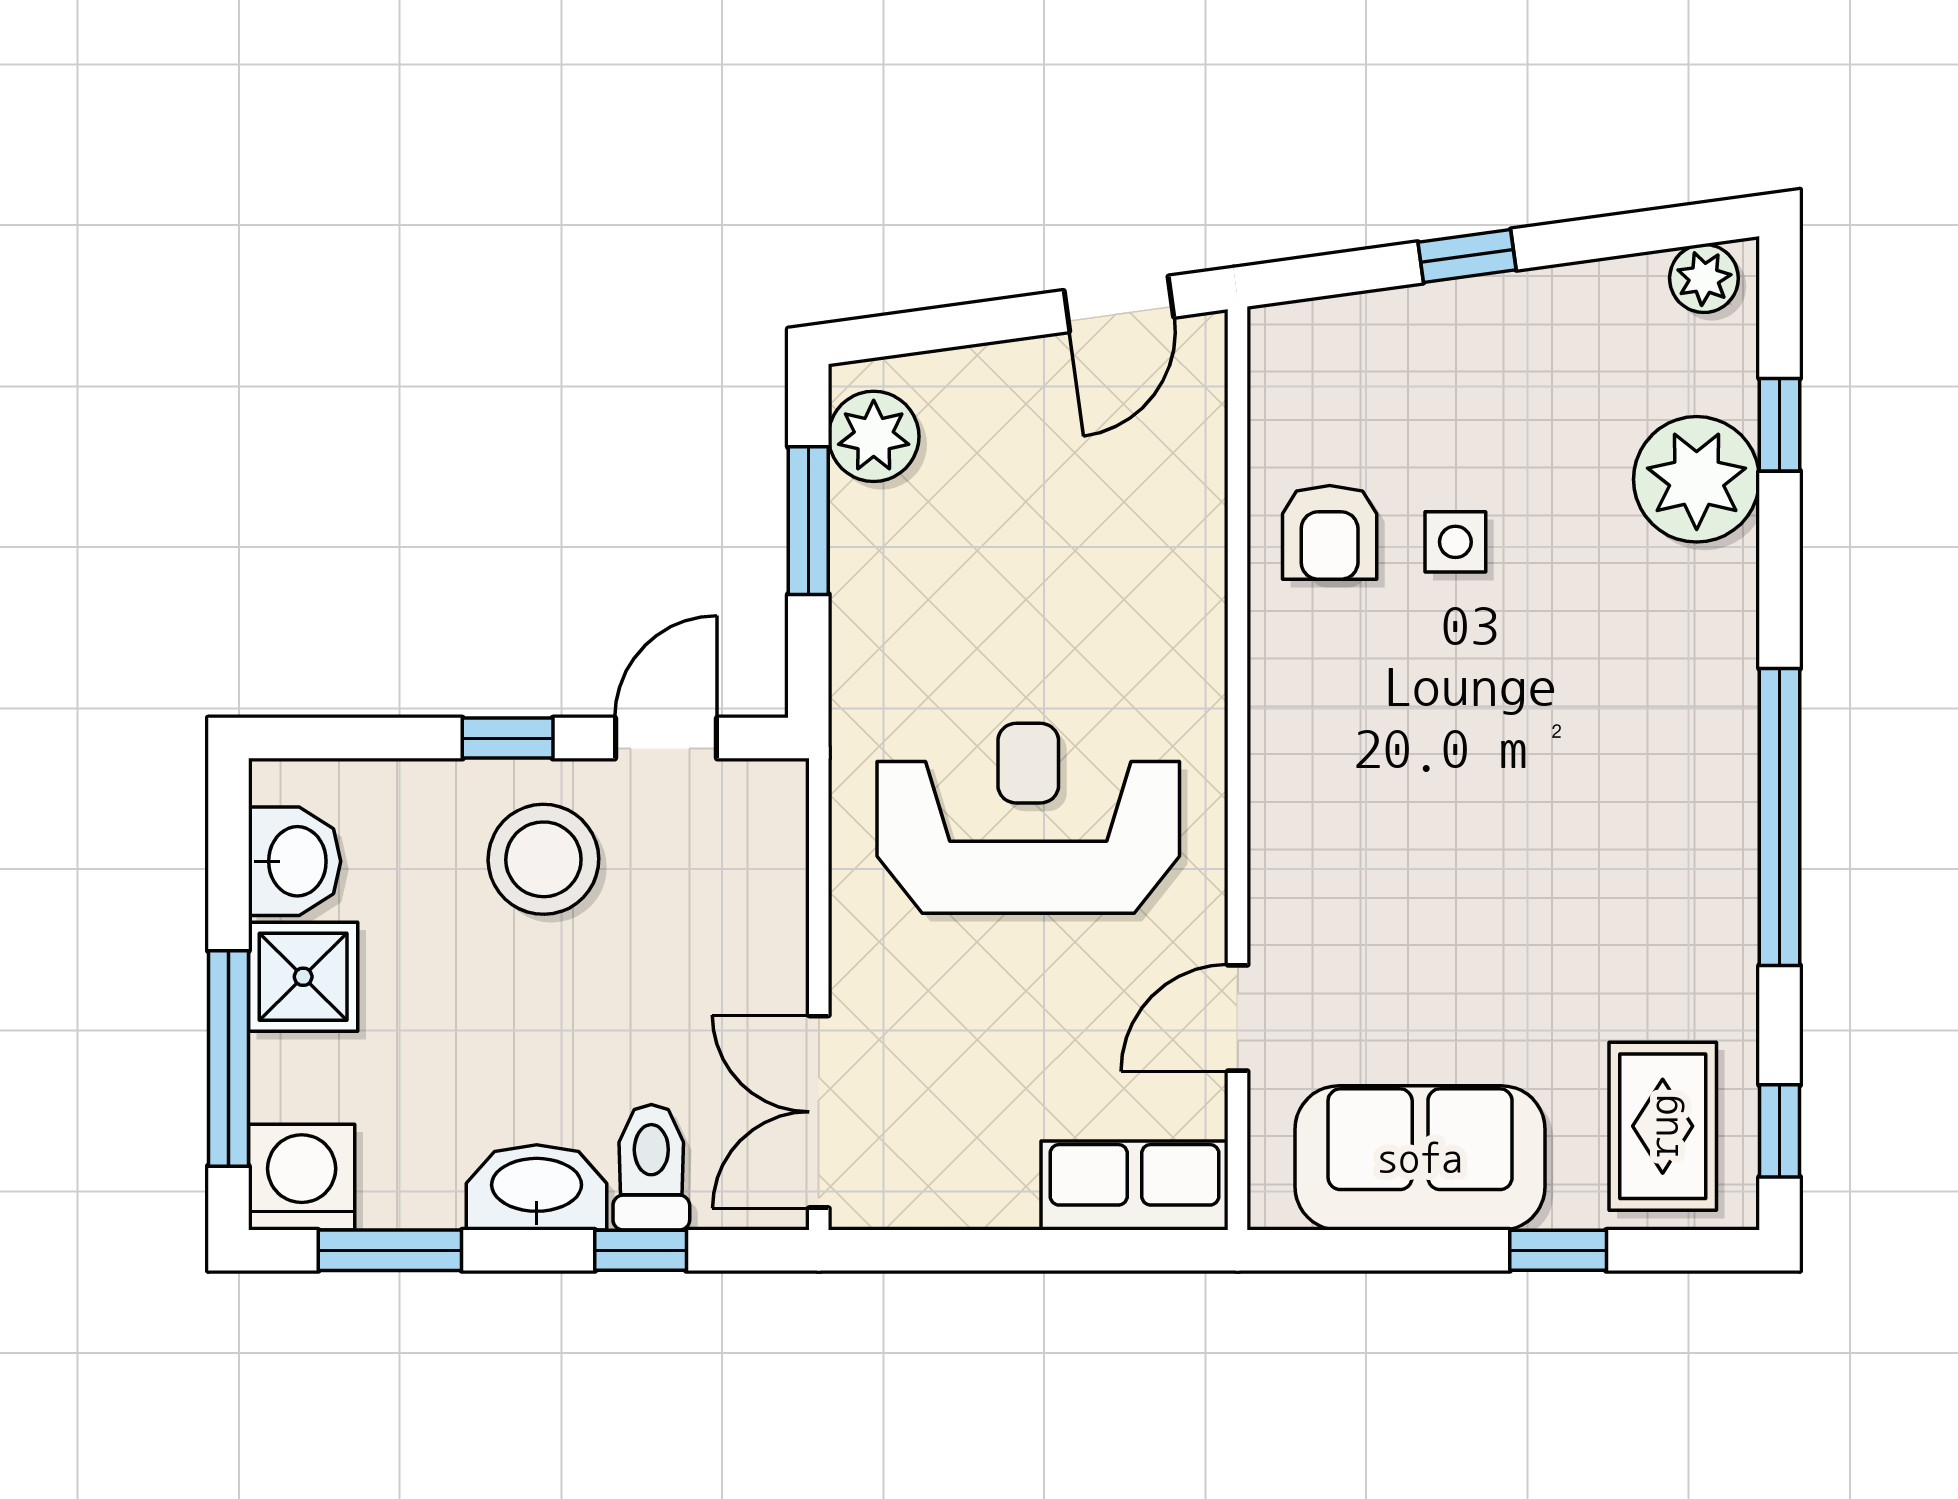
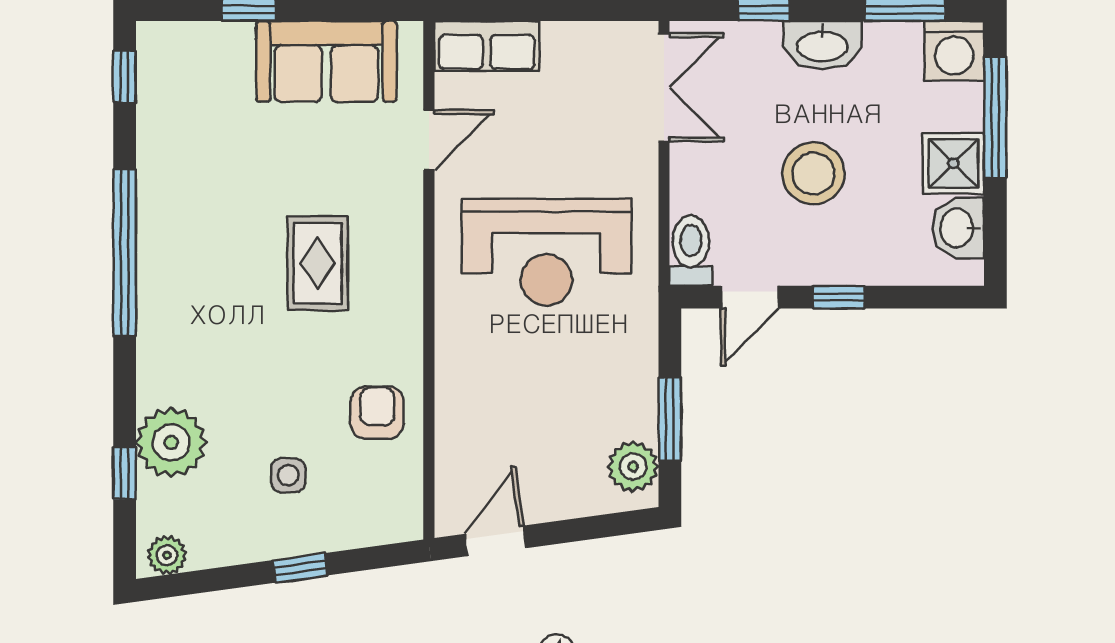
side table: (1455, 542) -> (288, 475), moved
stool: (543, 859) -> (813, 173), moved
rug: (1663, 1126) -> (318, 263), moved
toilet: (651, 1167) -> (691, 251), moved, turned 180

